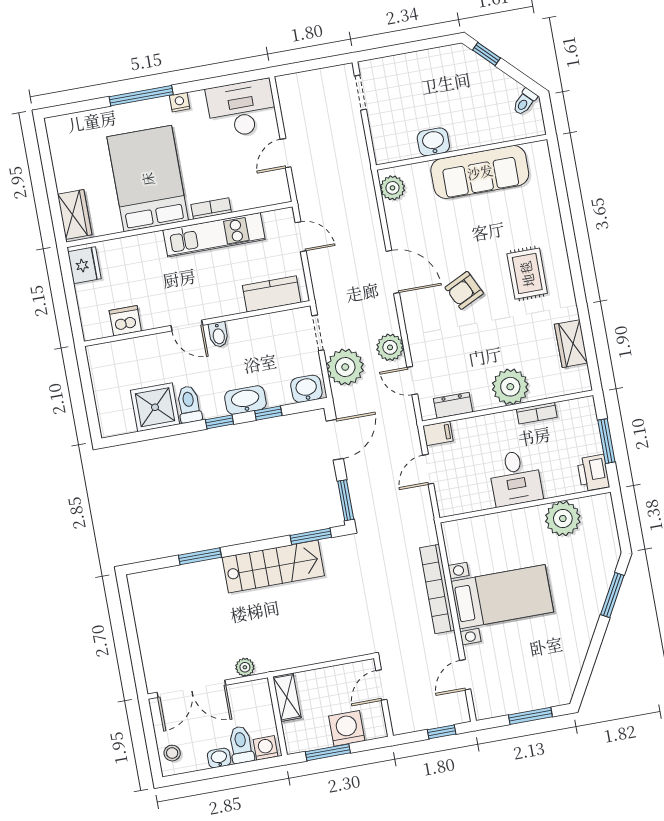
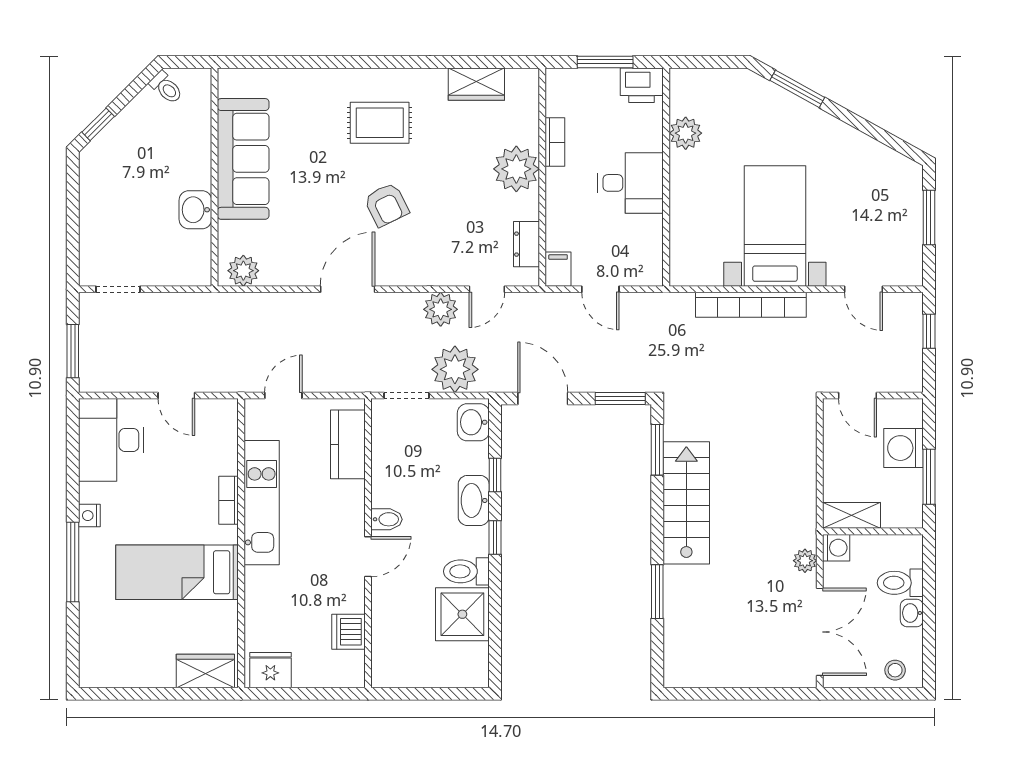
window: (306, 66) -> (73, 351), added
bed: (148, 179) -> (177, 572), width x0.67
plant: (563, 519) -> (686, 133), width x0.73, depth x0.73
washing machine: (266, 748) -> (836, 548), moved, turned 180

